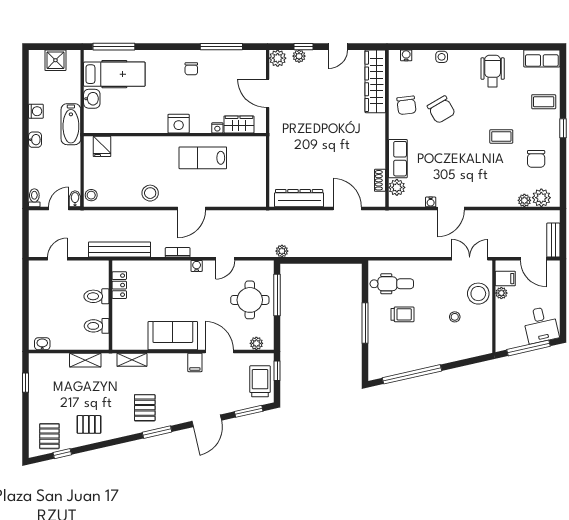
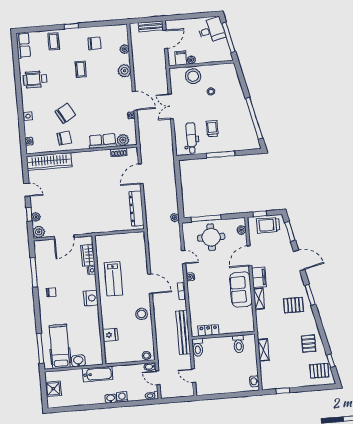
washing machine: (36, 111) -> (122, 397), moved
fridge: (102, 146) -> (110, 335), moved
plant: (541, 198) -> (124, 71), moved
double door: (470, 259) -> (171, 106), moved
toilet: (96, 296) -> (198, 347), moved
shelving: (132, 360) -> (259, 299), moved
filing cabinet: (195, 362) -> (259, 277), width x2.00

